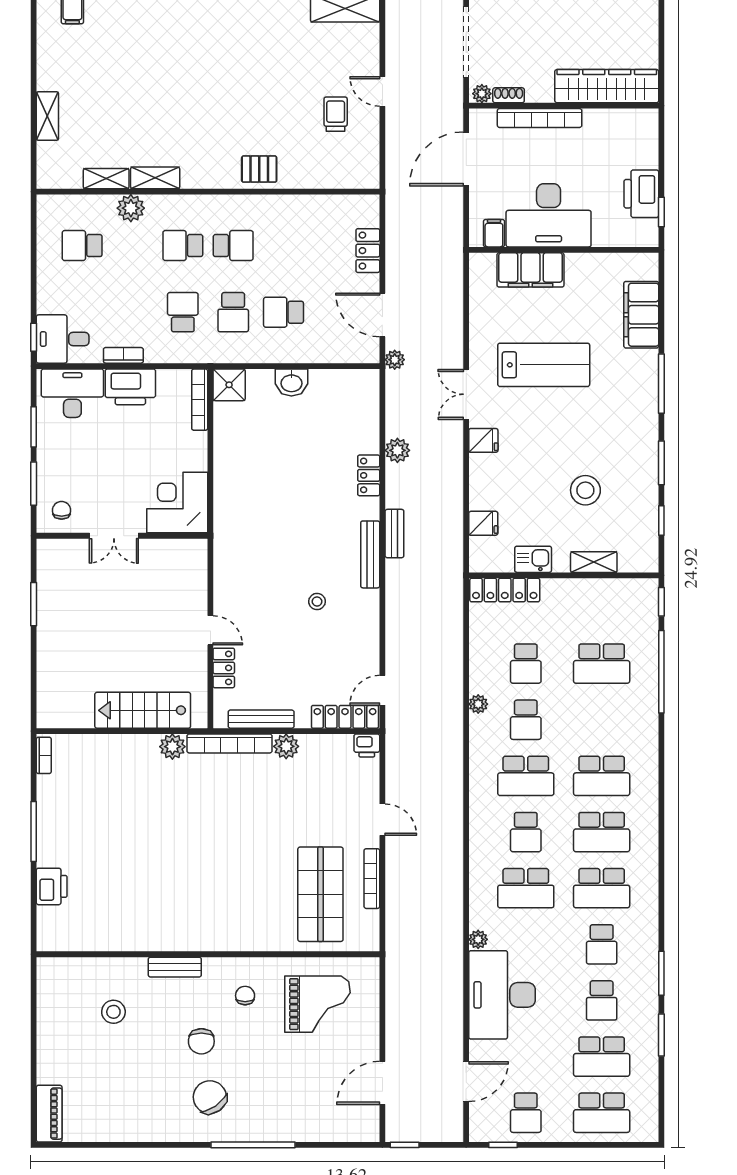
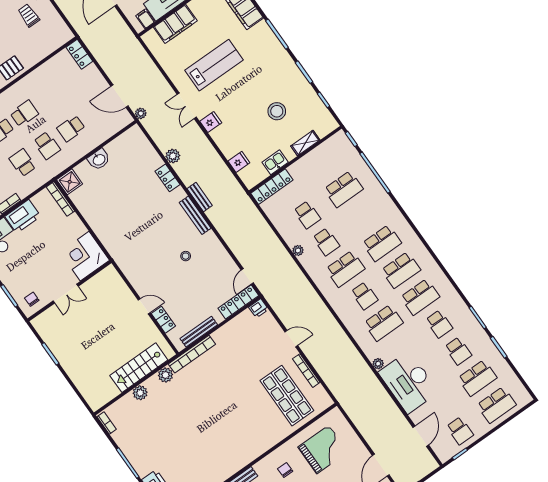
locker: (368, 251) -> (79, 54), moved
plant: (286, 746) -> (140, 393), moved

